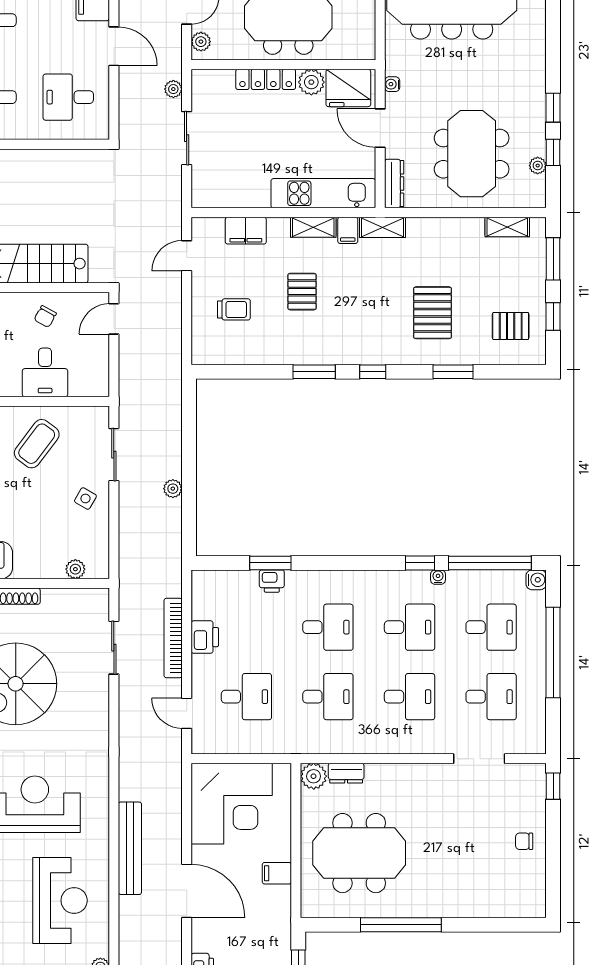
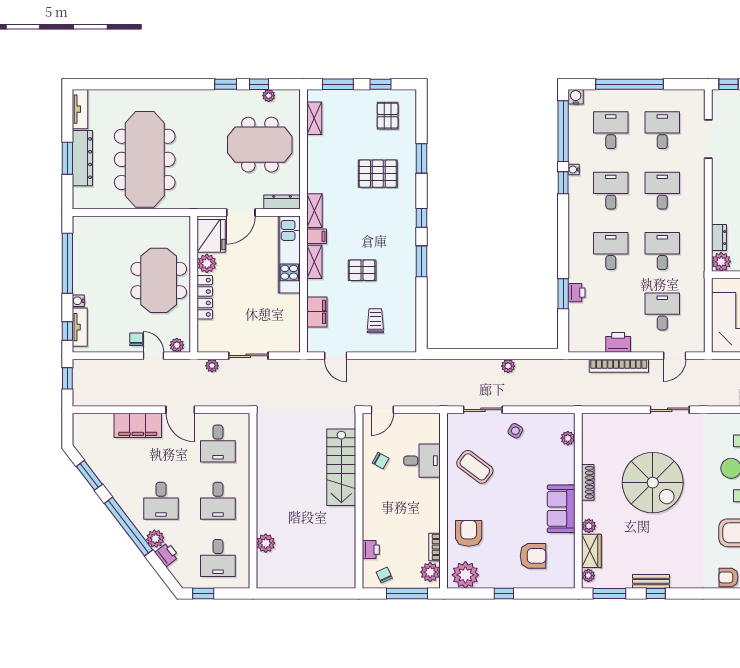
door: (114, 46) -> (180, 410), swing flipped
water cooler: (392, 84) -> (208, 203), removed
door: (114, 319) -> (382, 410), hinge flipped
sliding door: (114, 648) -> (670, 410), moved

